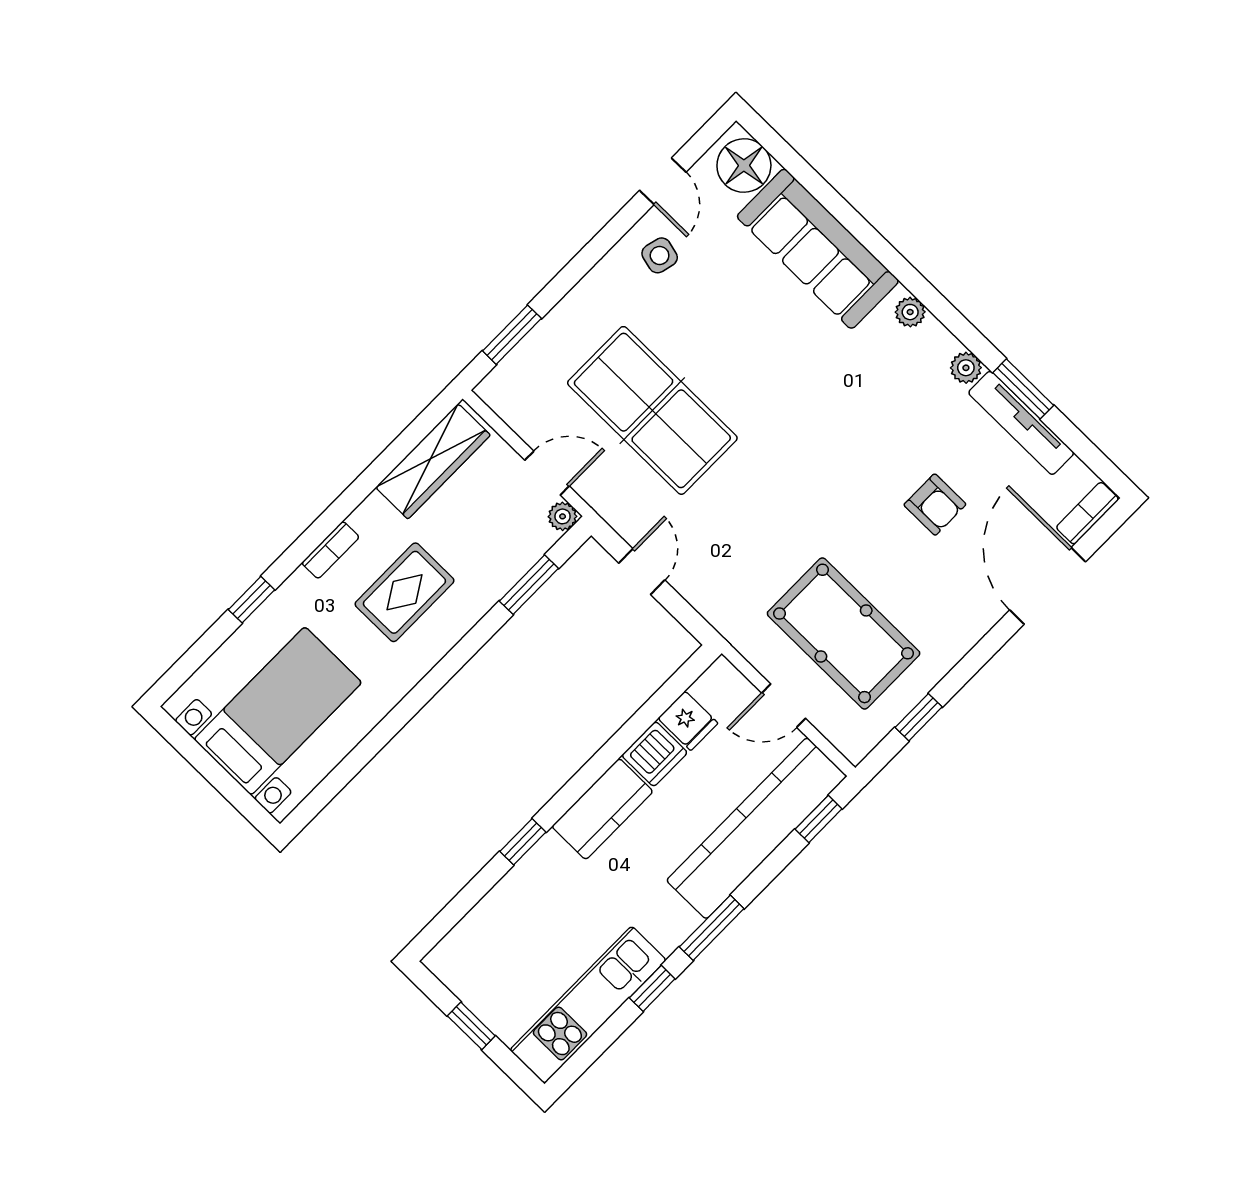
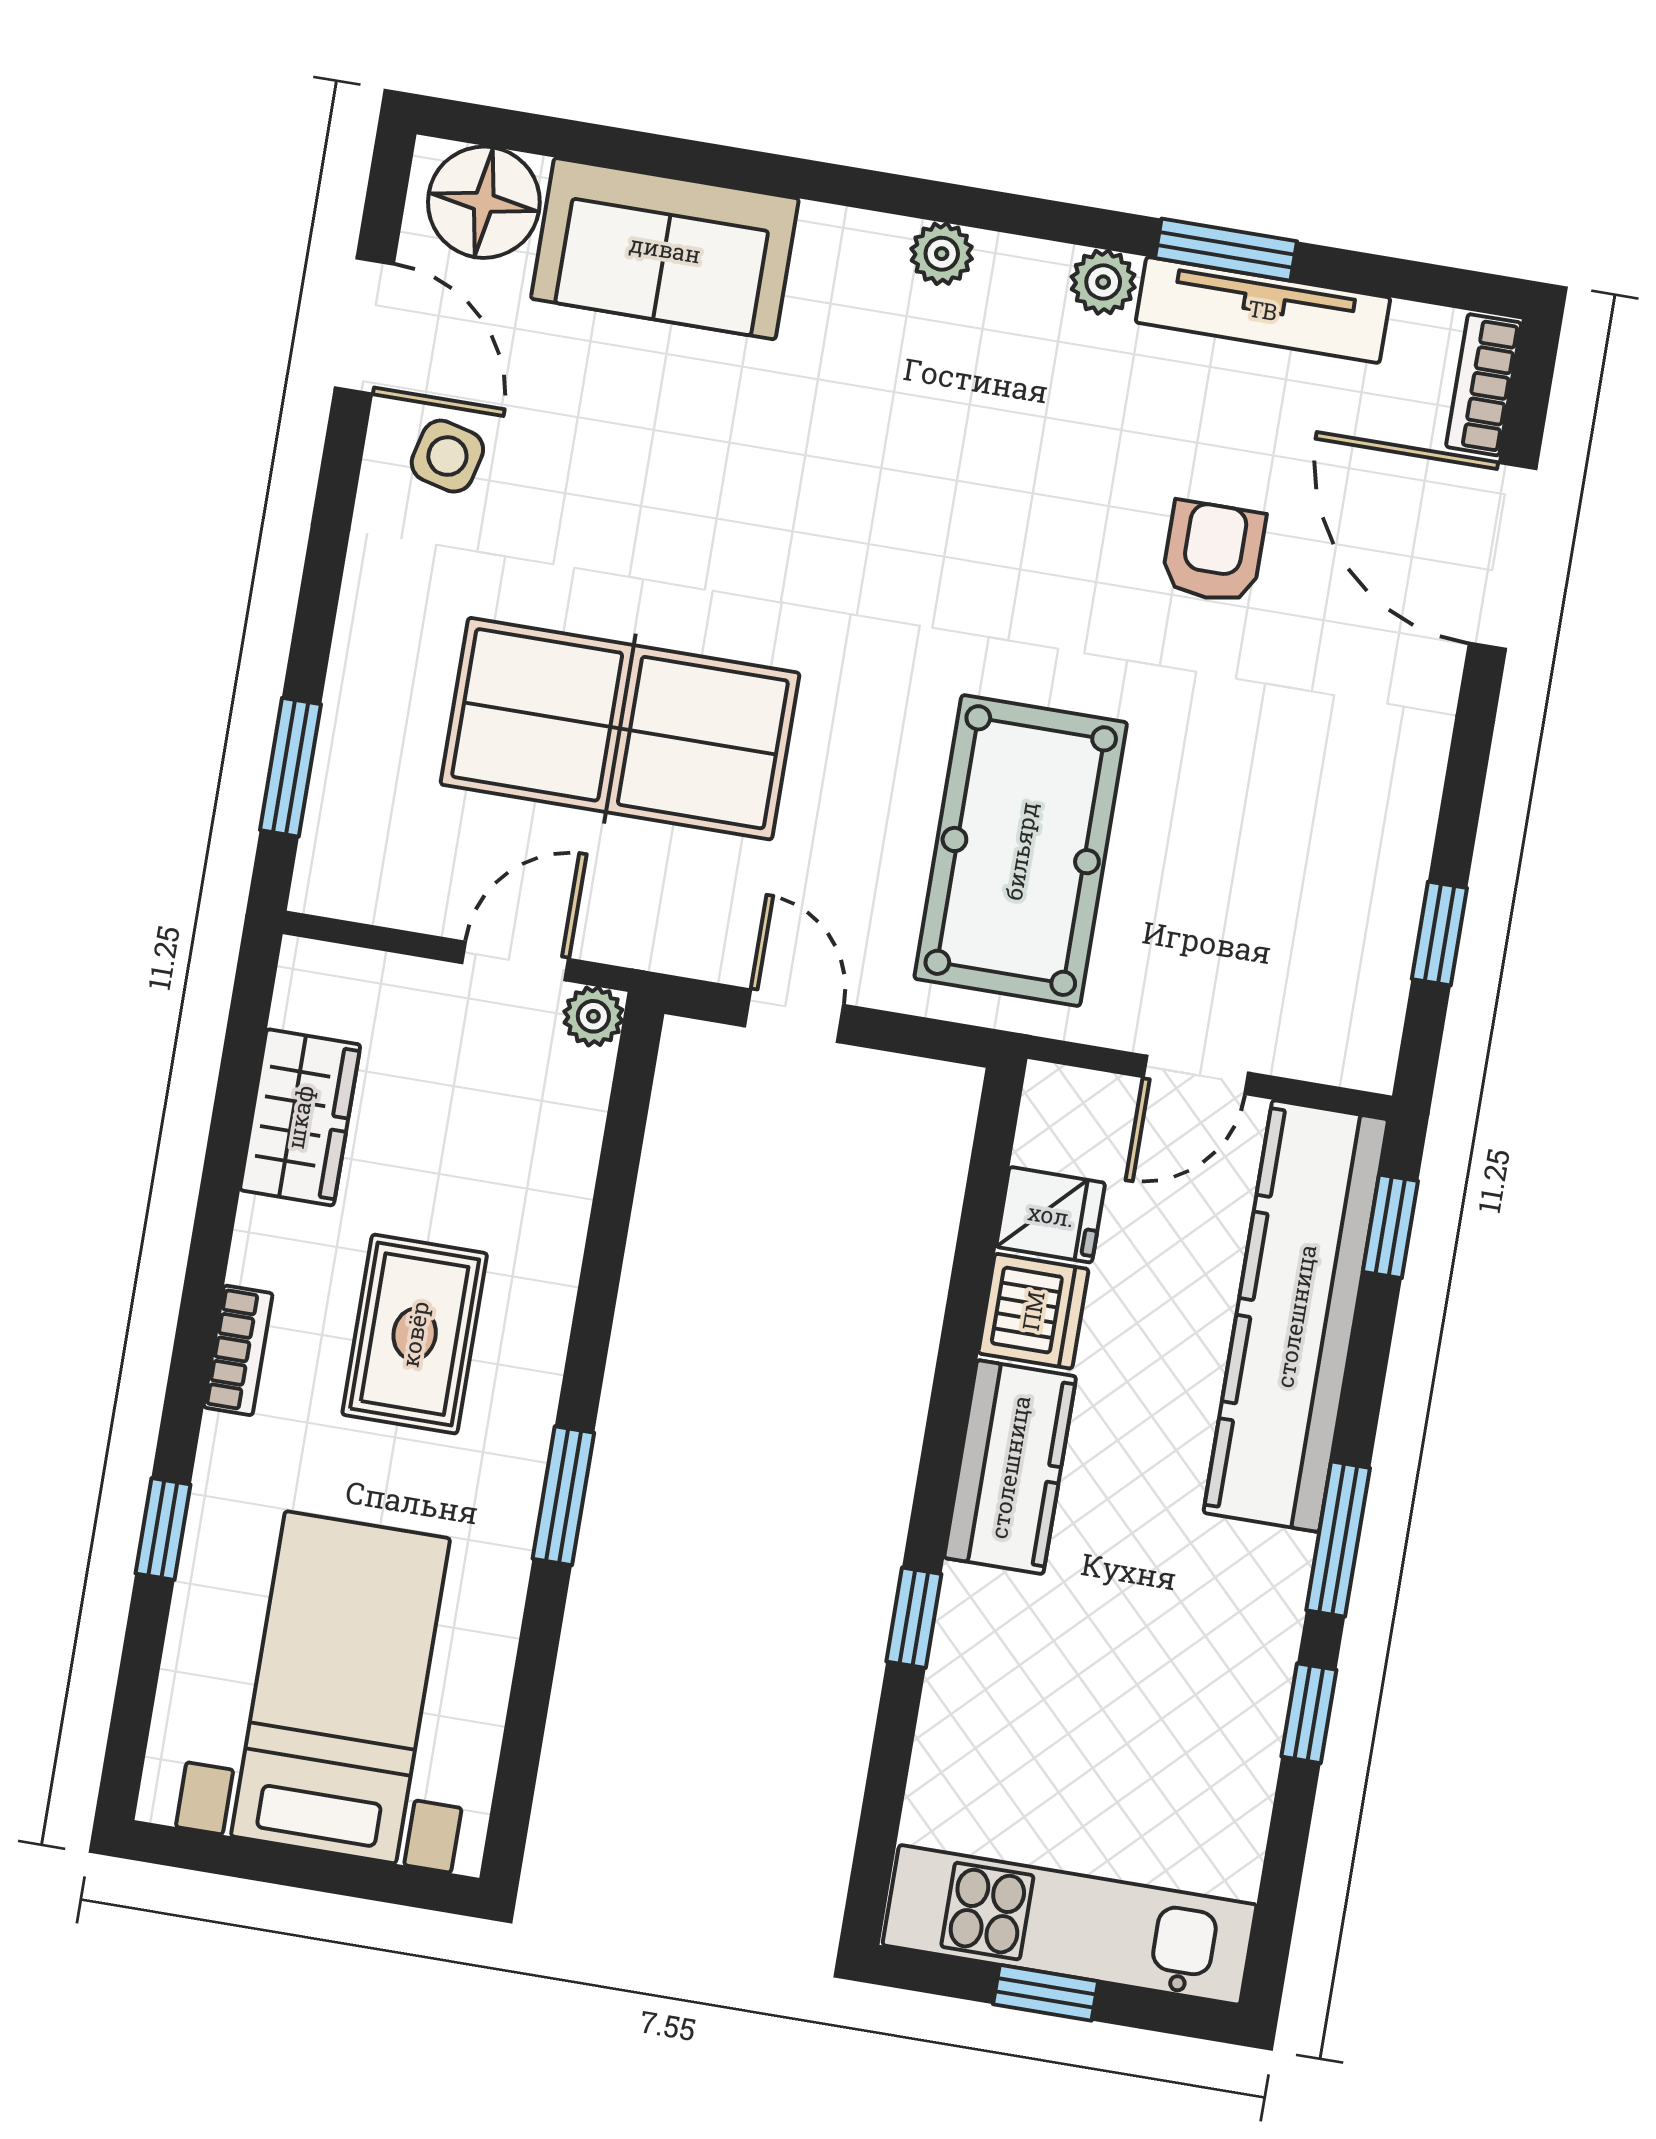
door: (663, 181) -> (364, 326), width x1.38
sofa: (818, 249) -> (665, 249), width x0.73
wardrobe: (433, 461) -> (300, 1117), width x0.67
armchair: (935, 505) -> (1214, 552), turned -90
window: (529, 585) -> (563, 1496), moved
pool table: (844, 633) -> (1021, 851), moved, turned 90
kitchen unit: (588, 1005) -> (1070, 1925), moved, turned 90

